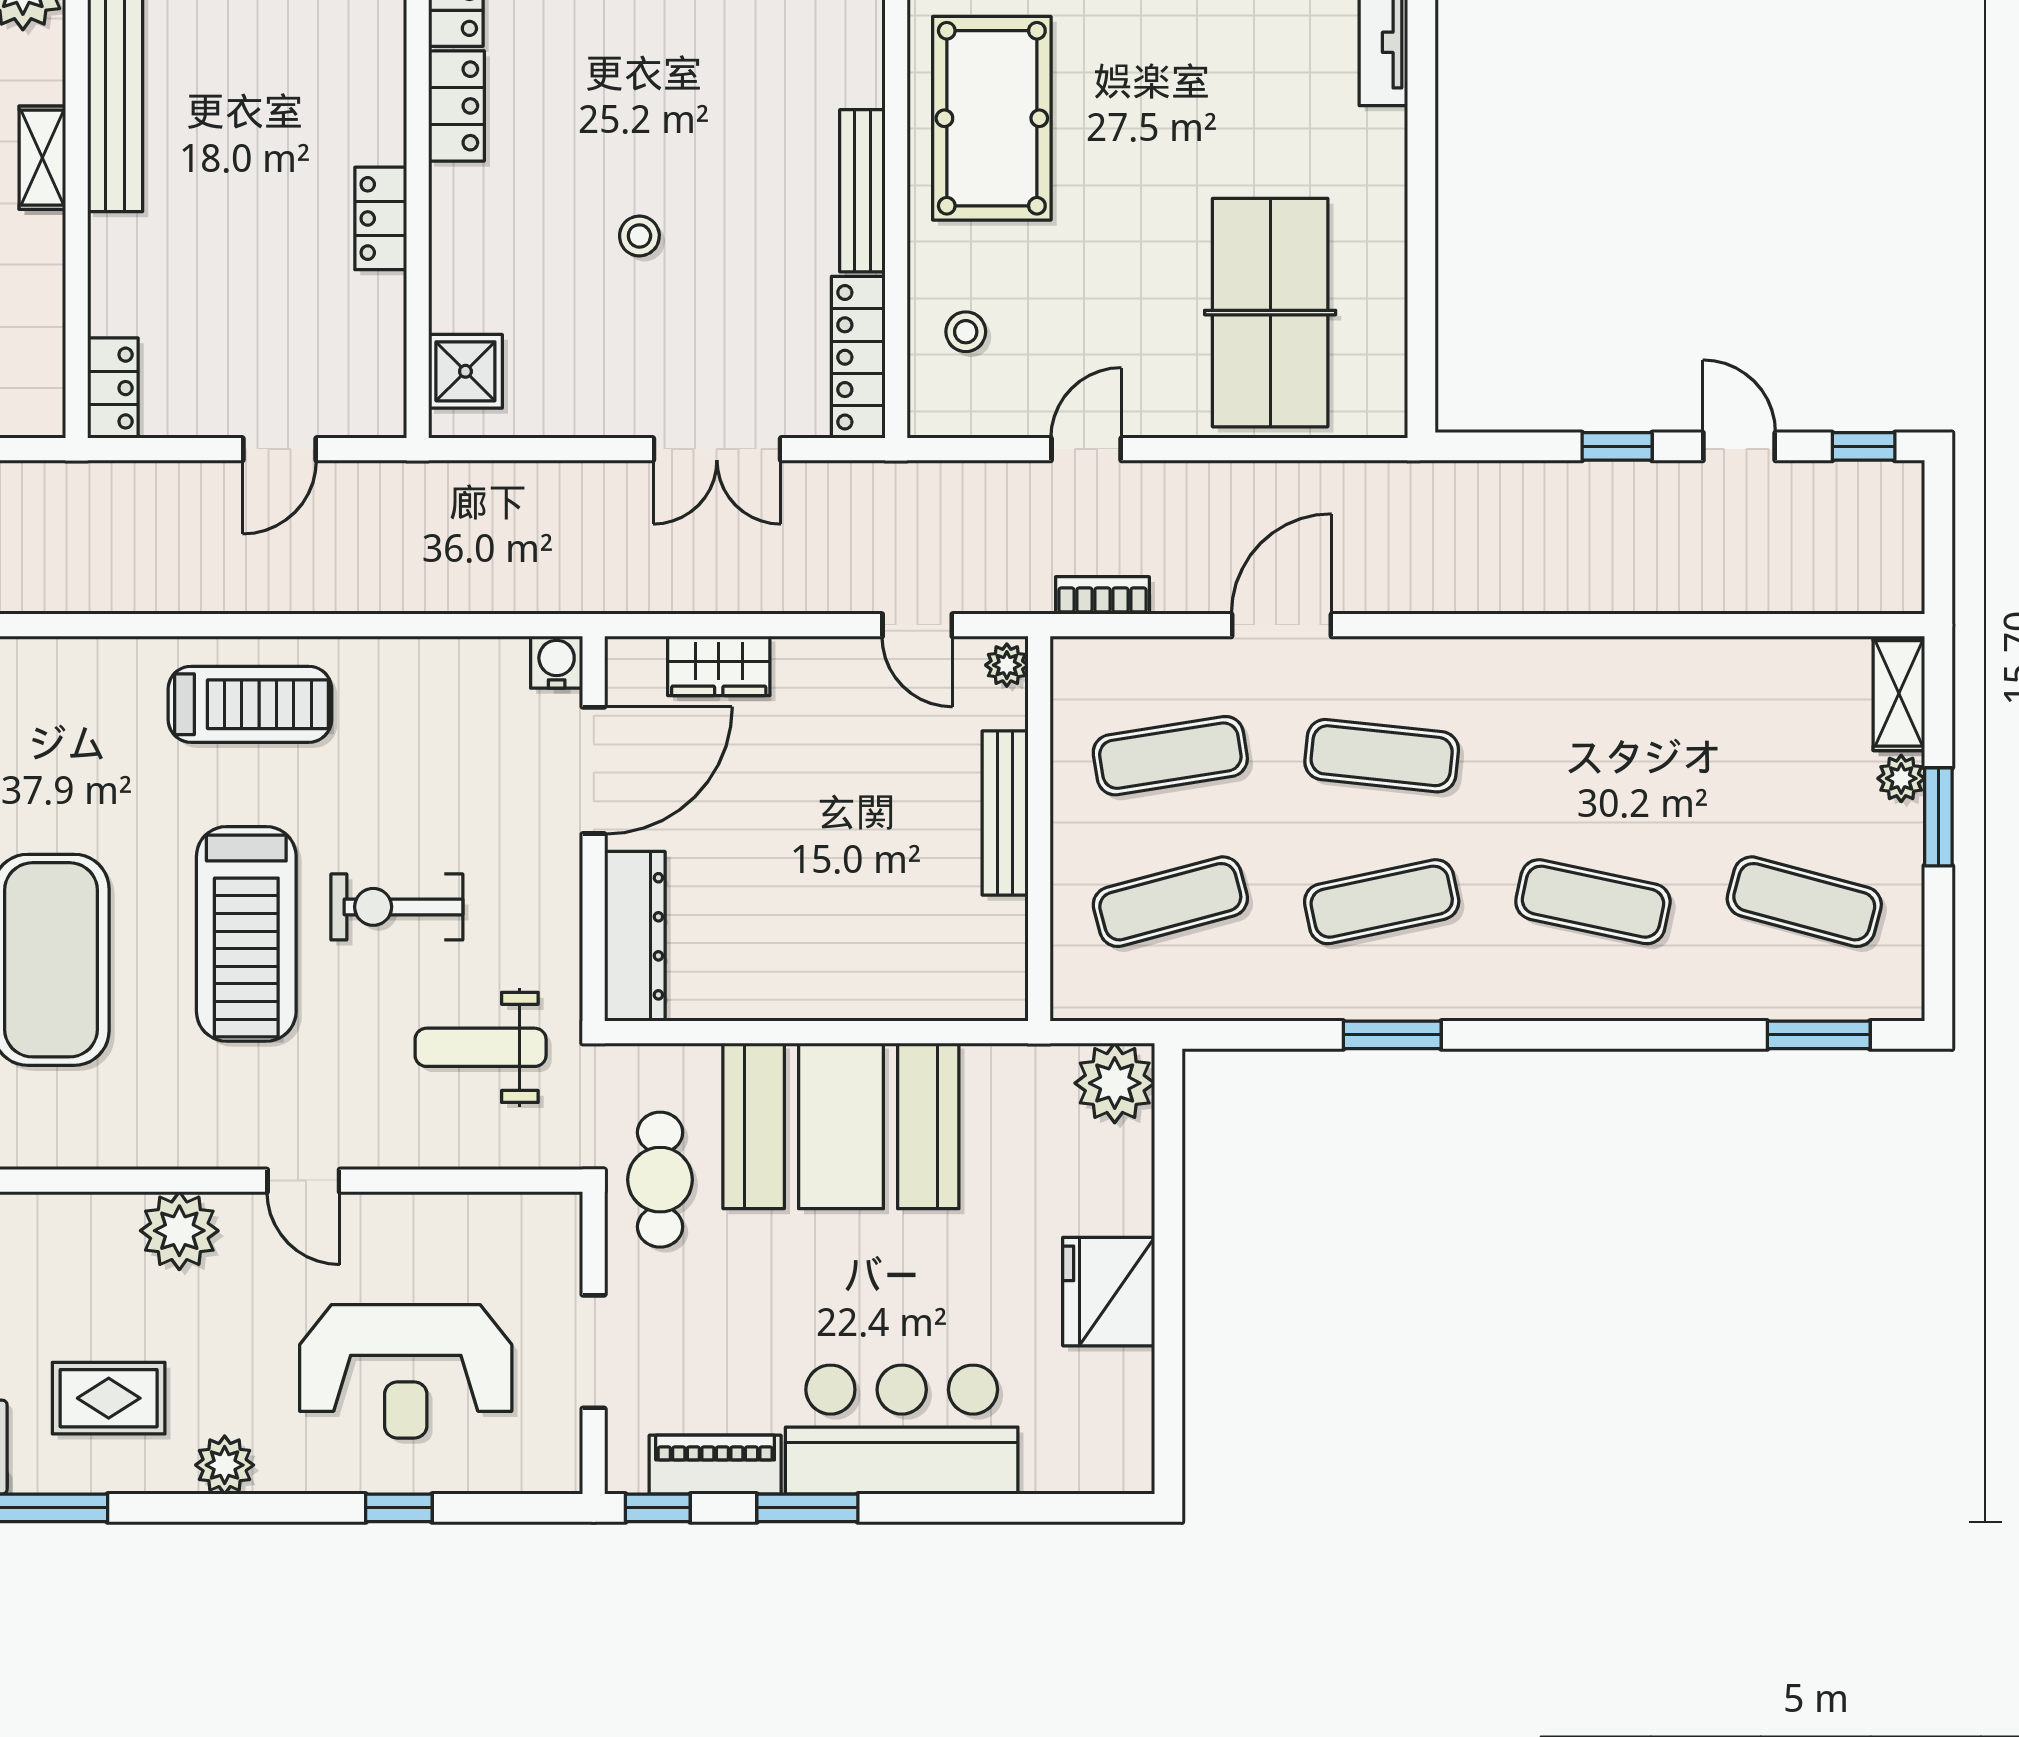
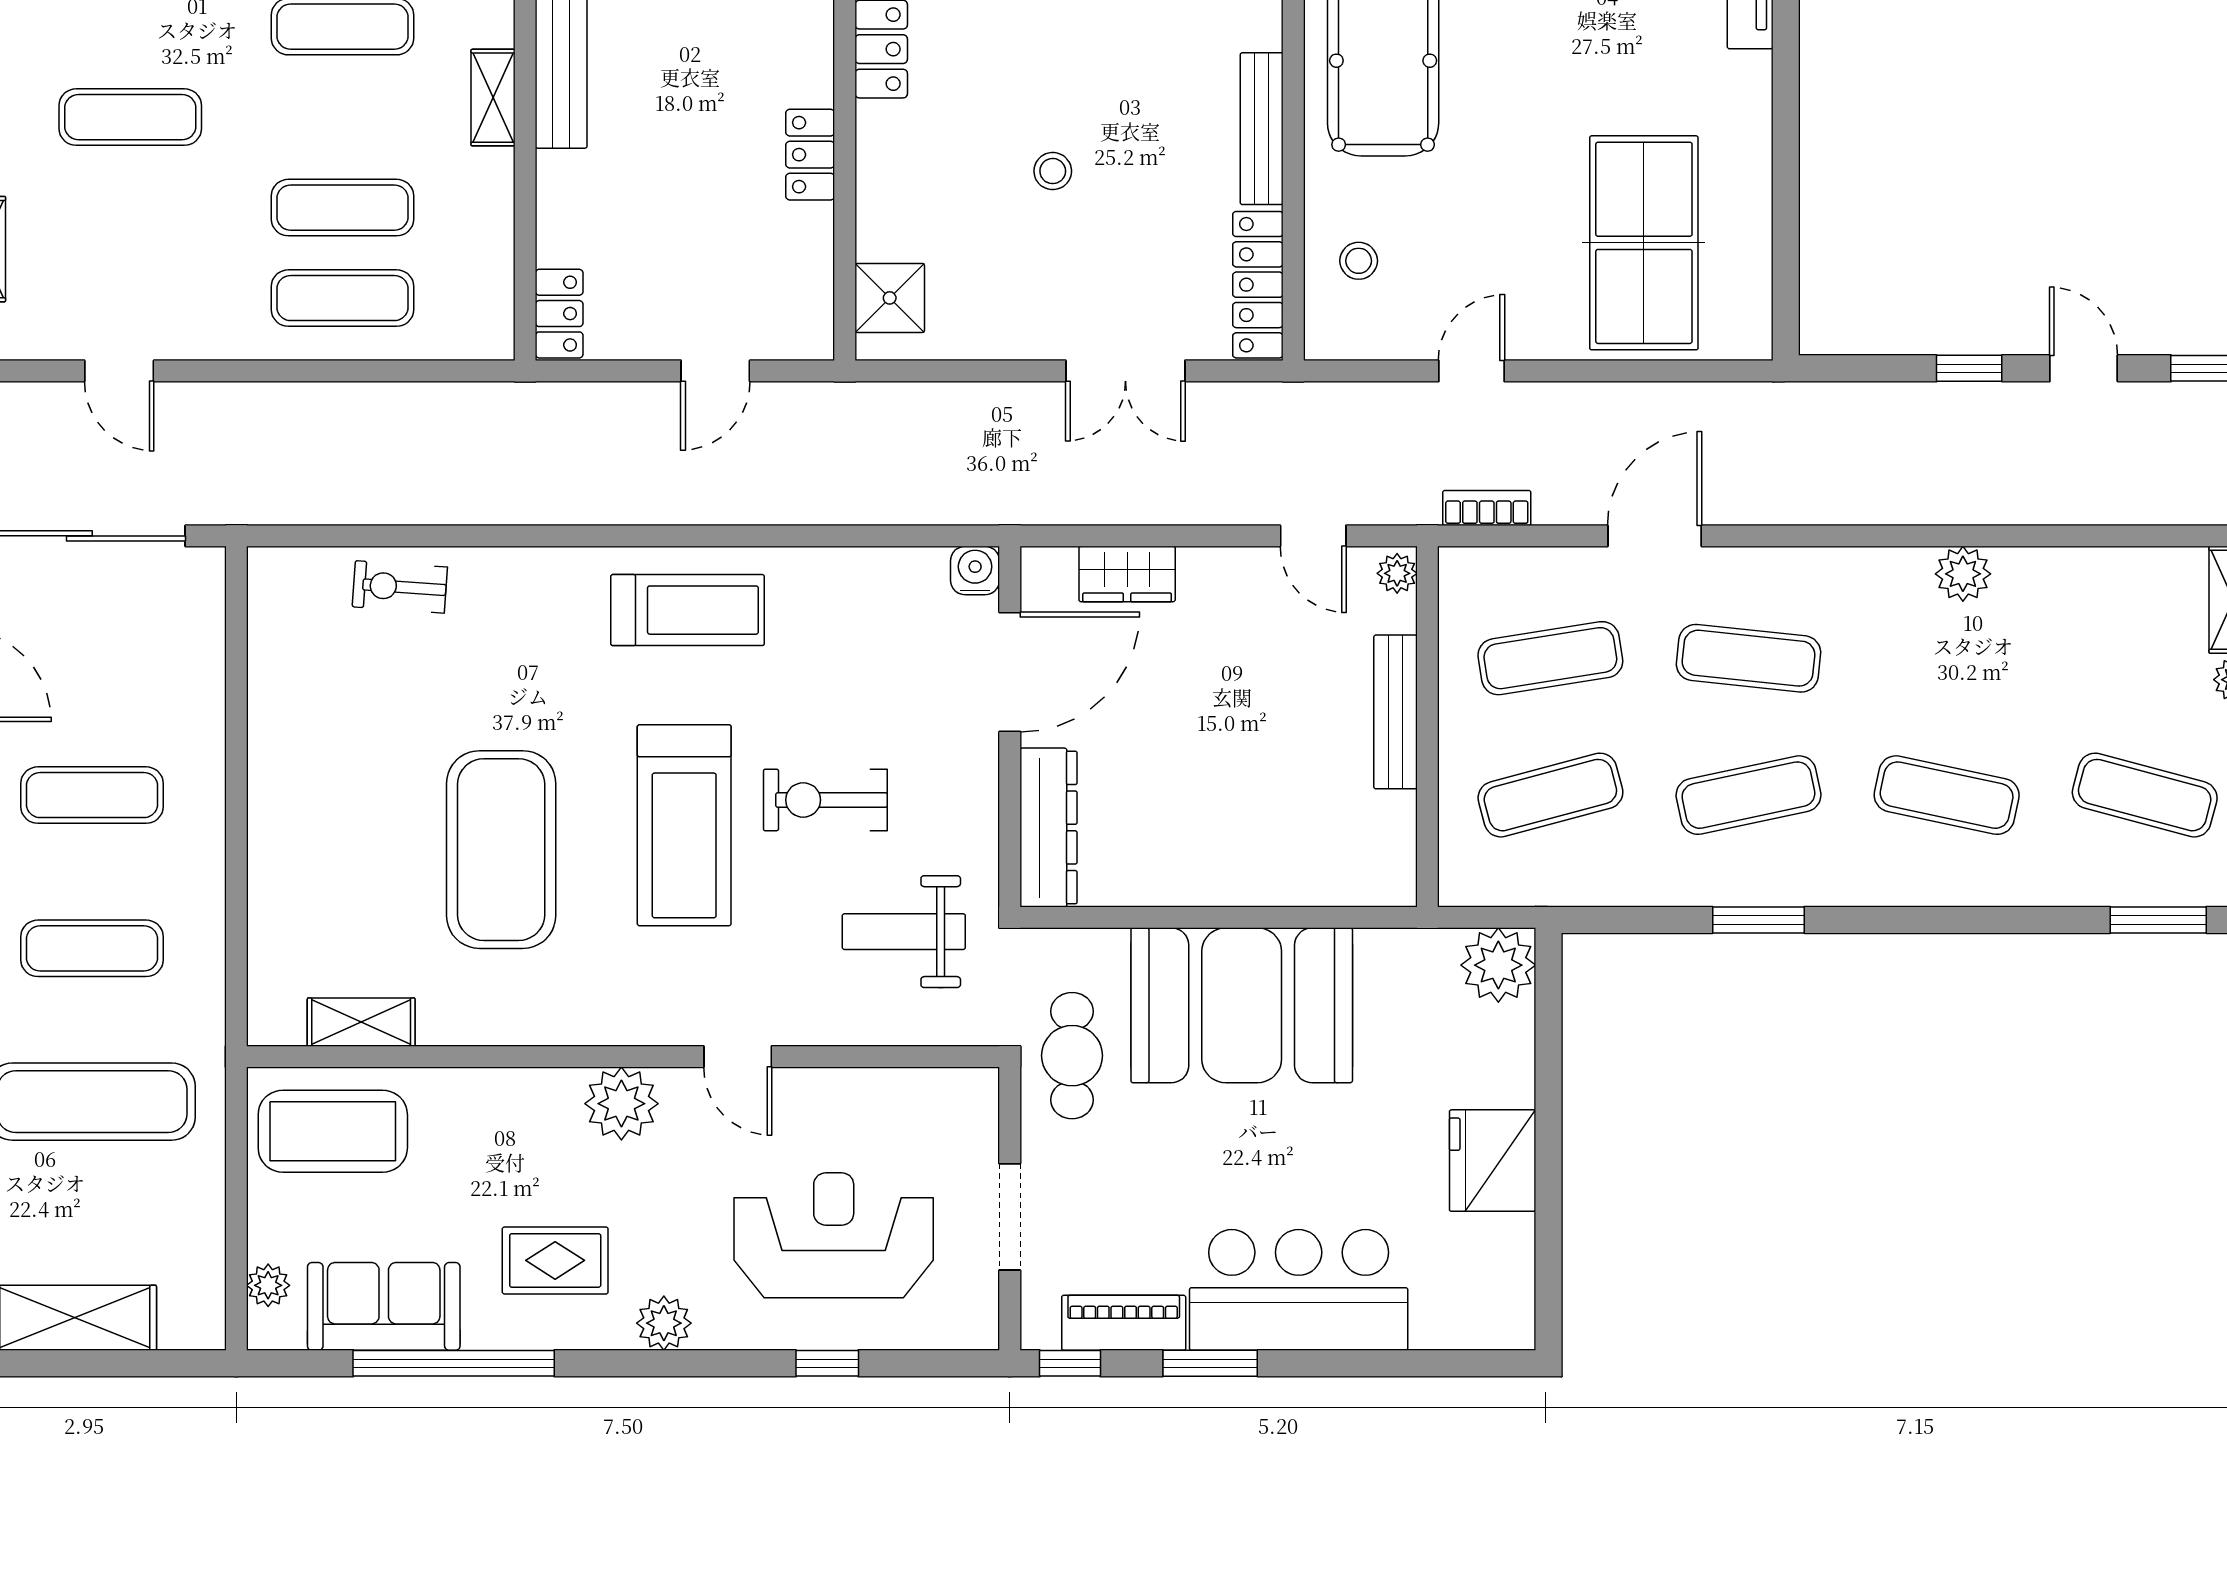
plant: (1610, 666) -> (1963, 574), added
reception desk: (406, 1371) -> (834, 1235), turned 180

